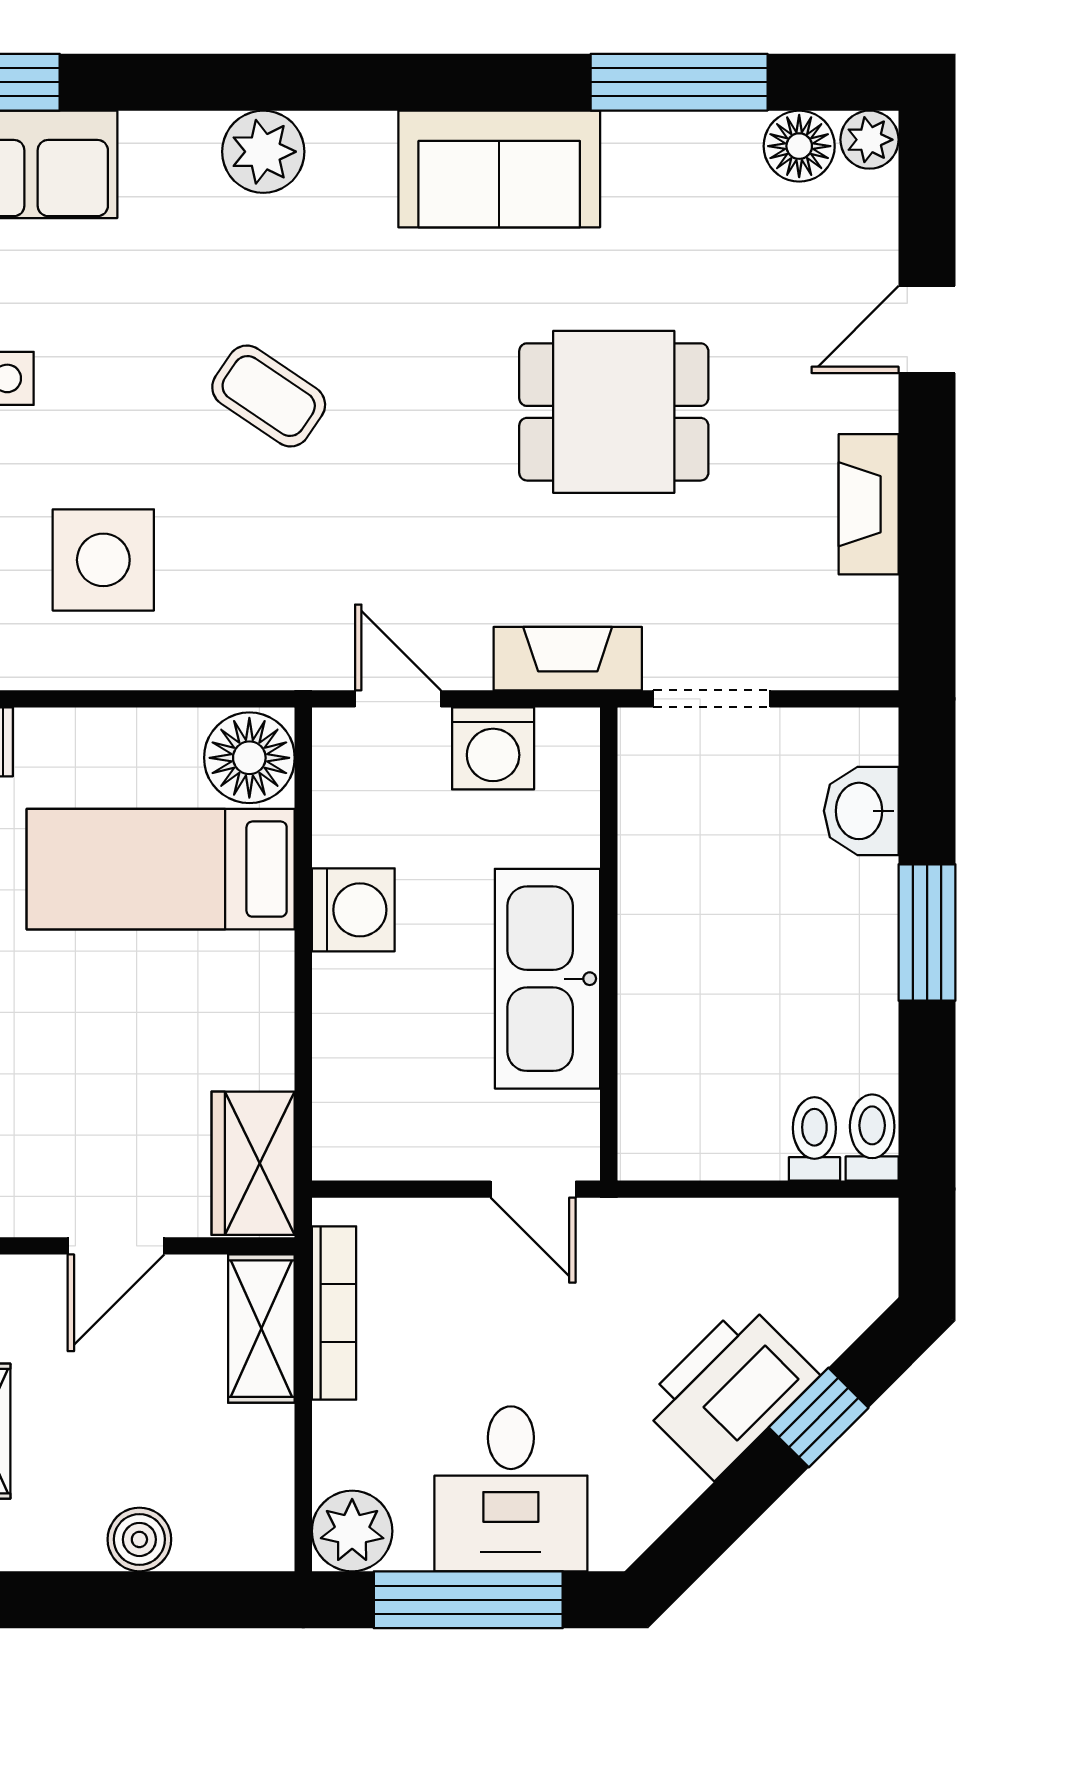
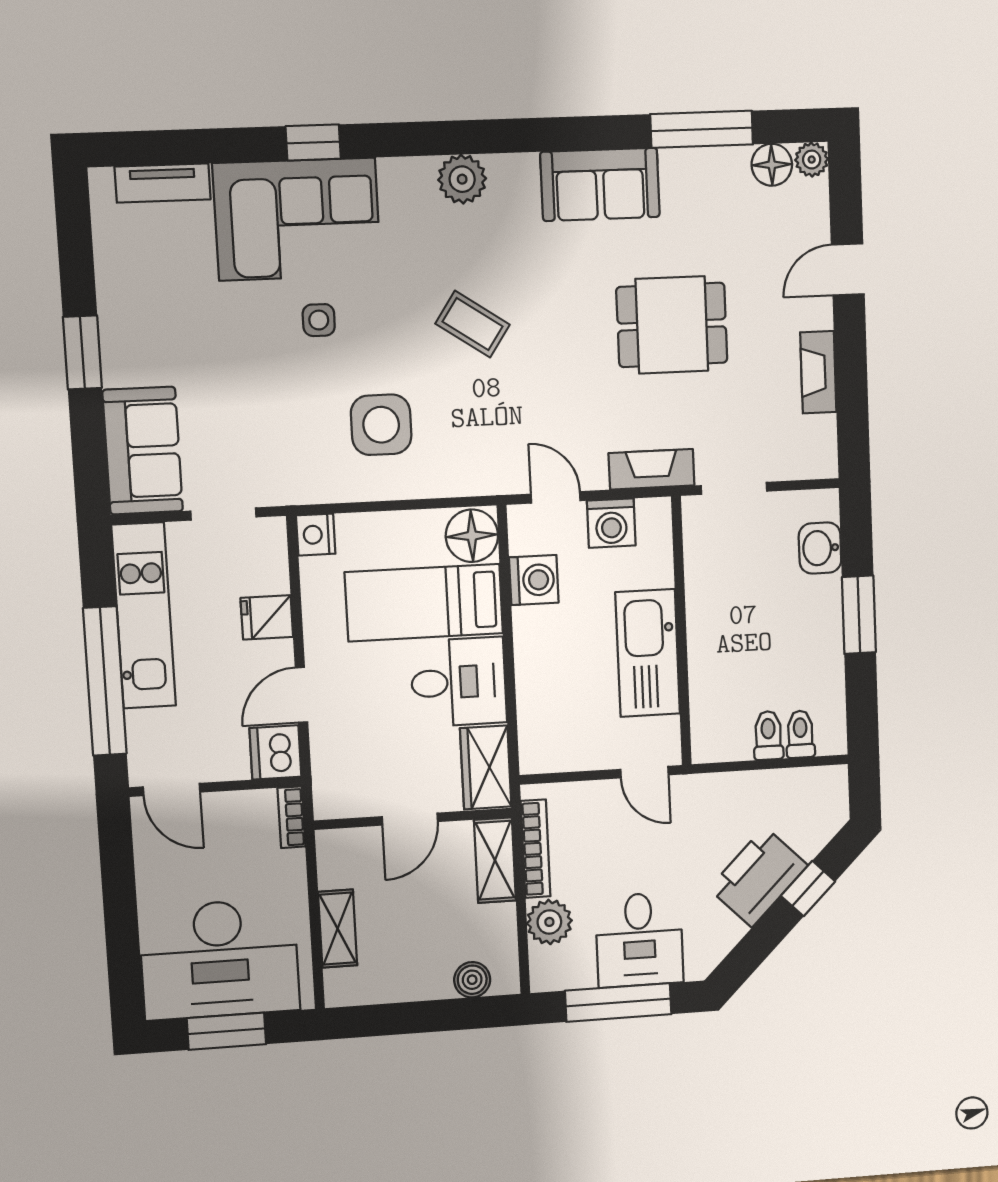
washing machine: (353, 910) -> (534, 580), moved
desk: (213, 1010) -> (459, 682), added
toilet: (872, 1137) -> (768, 735), moved
plant: (352, 1531) -> (549, 922), moved
boiler: (139, 1539) -> (472, 980), moved

